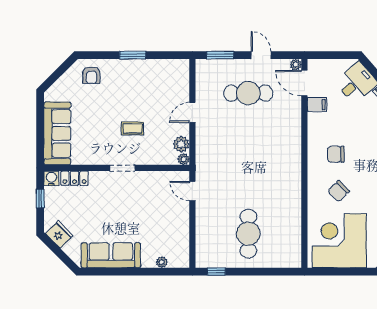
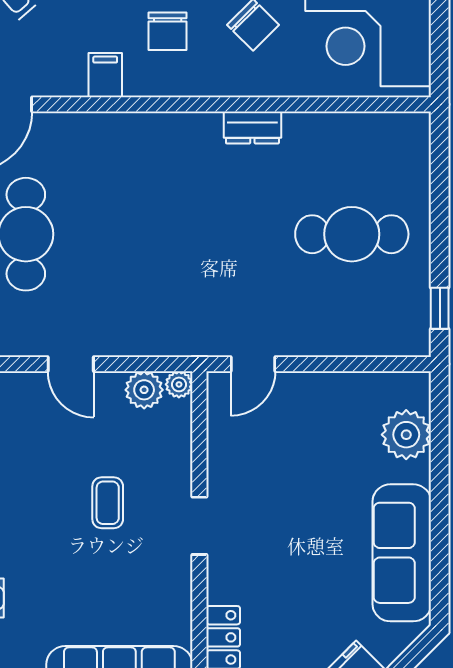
filing cabinet: (317, 105) -> (105, 75), moved
dresser: (294, 191) -> (252, 127), added
plant: (162, 262) -> (406, 435), width x1.88, depth x1.88

